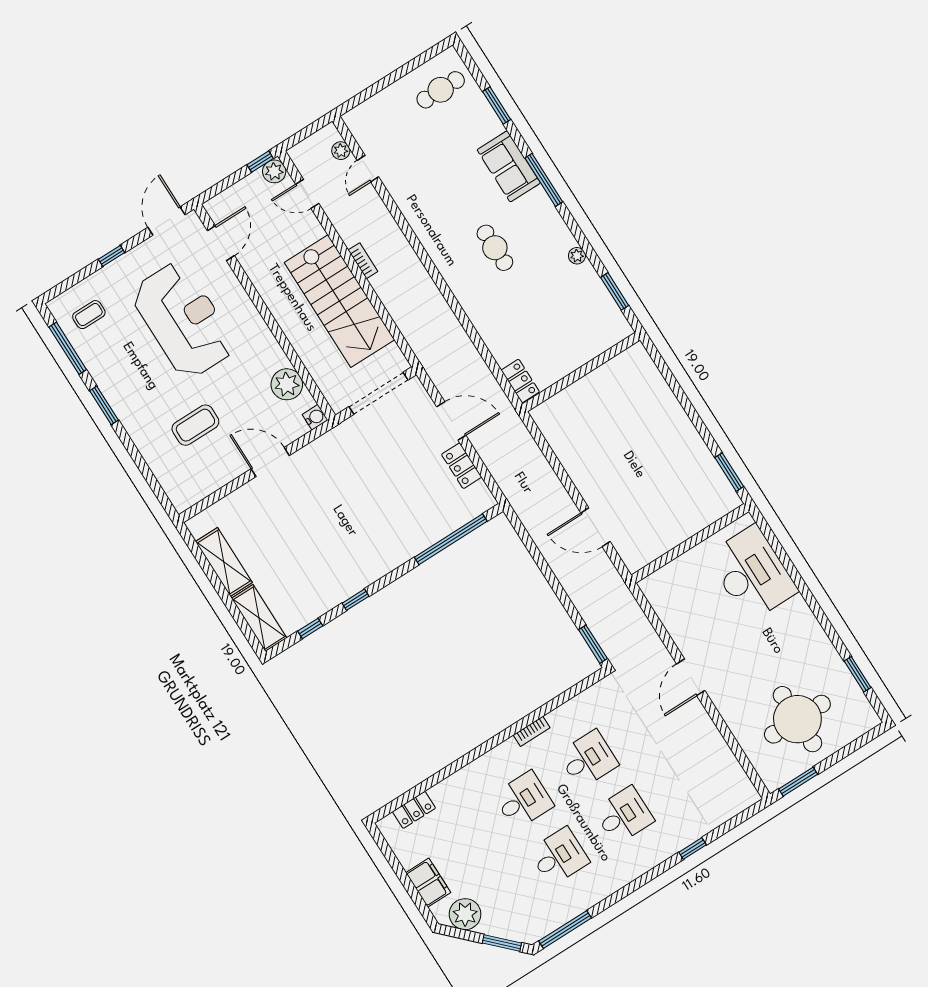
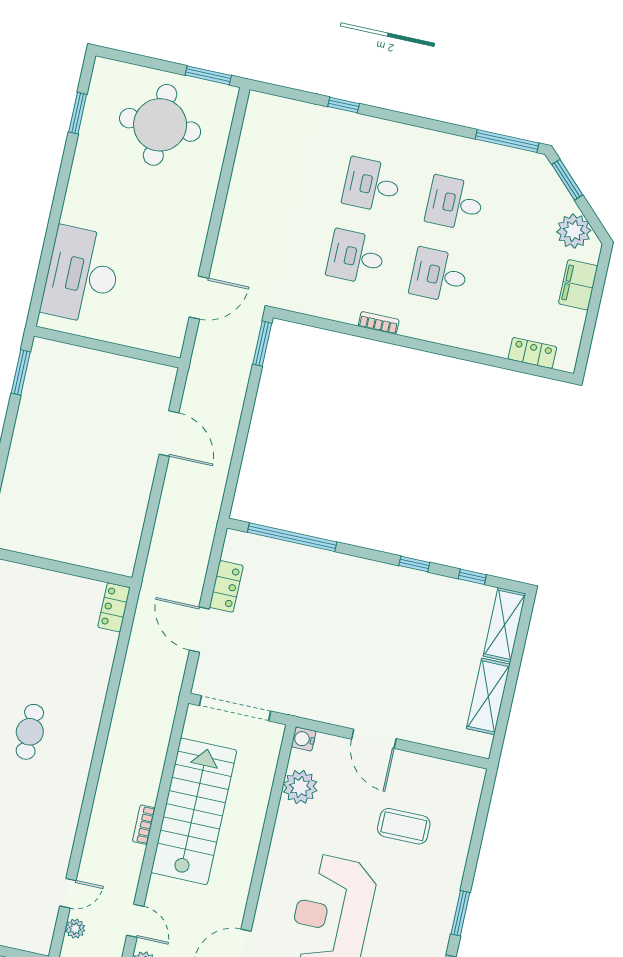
door: (691, 677) -> (199, 298), moved

